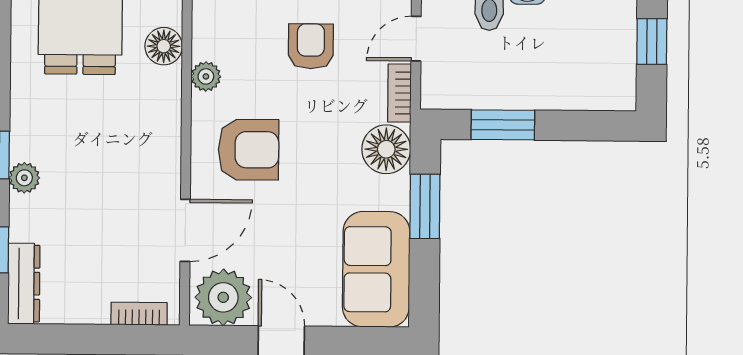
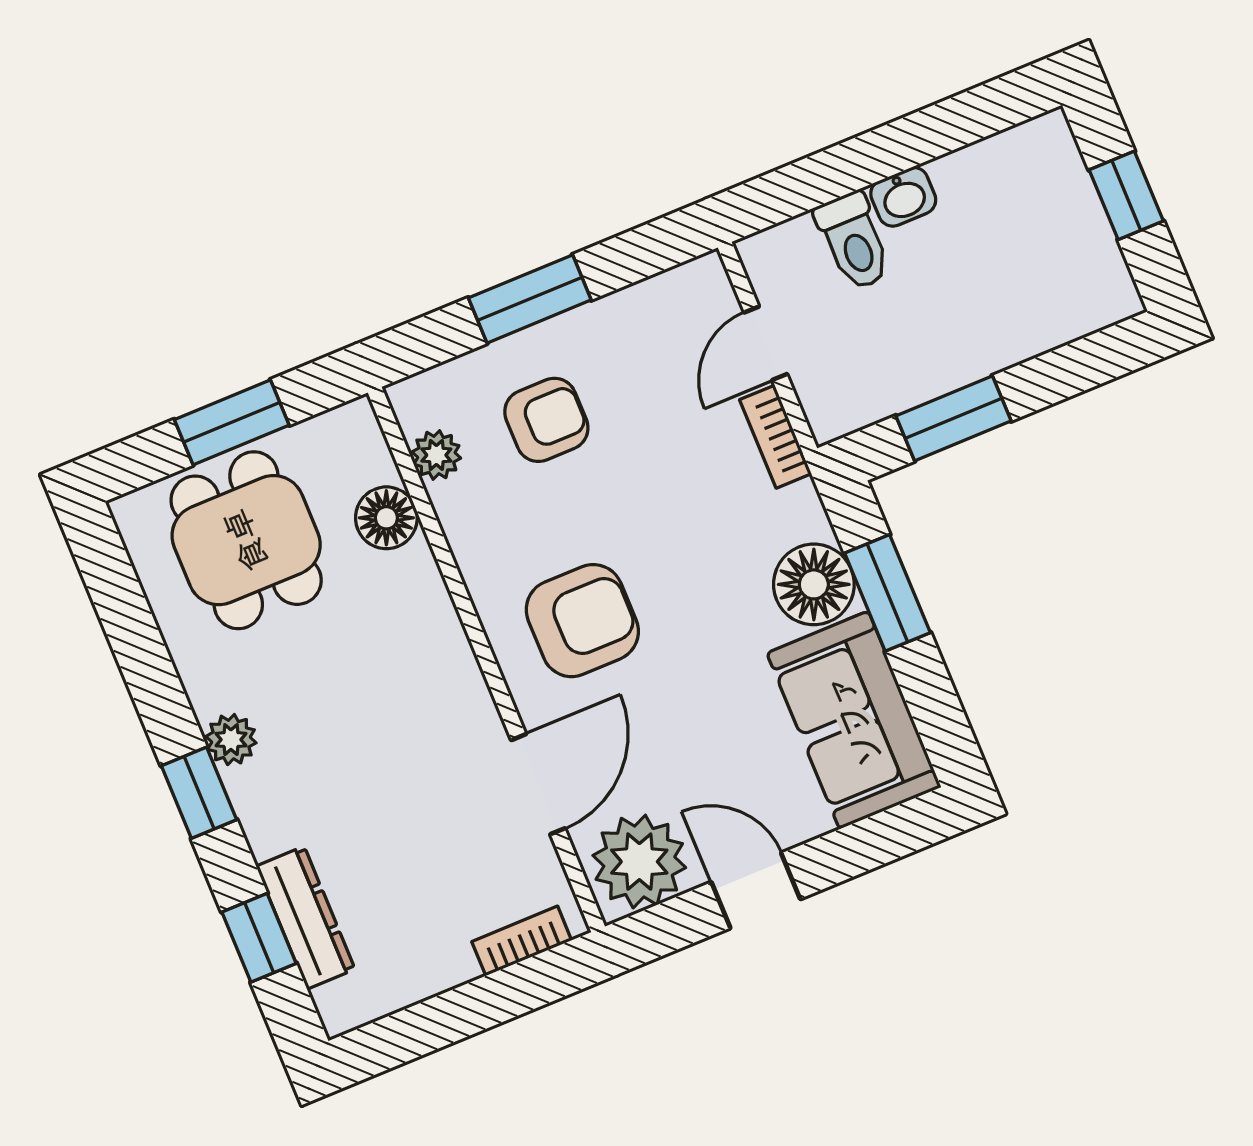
armchair: (311, 46) -> (546, 420), moved, turned 90
plant: (206, 76) -> (436, 455), moved
floor lamp: (386, 149) -> (814, 584), moved
plant: (24, 178) -> (231, 740), moved
dresser: (24, 284) -> (306, 918), moved

